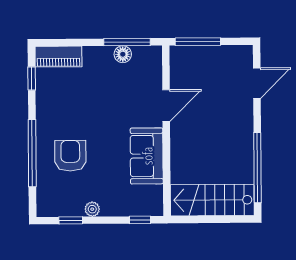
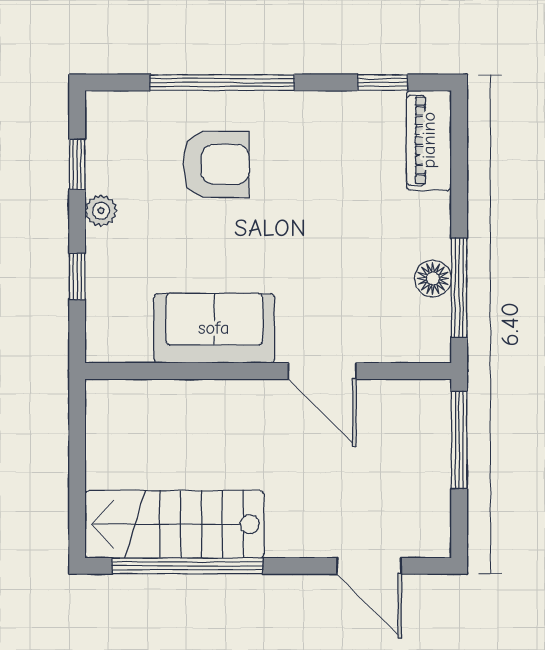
stairs: (212, 200) -> (174, 524), moved, turned -90
window: (140, 220) -> (77, 276), moved

